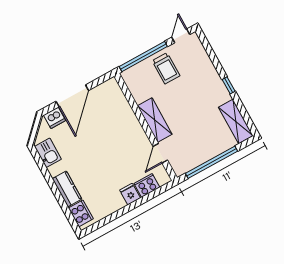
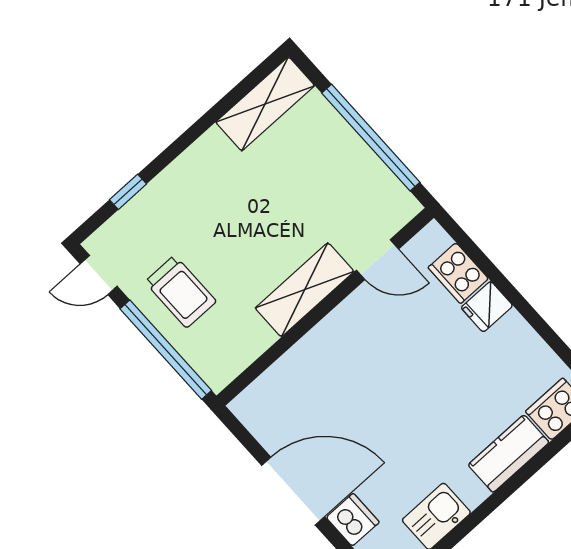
trolley: (166, 68) -> (181, 292), turned 90
window: (229, 85) -> (128, 192), moved

